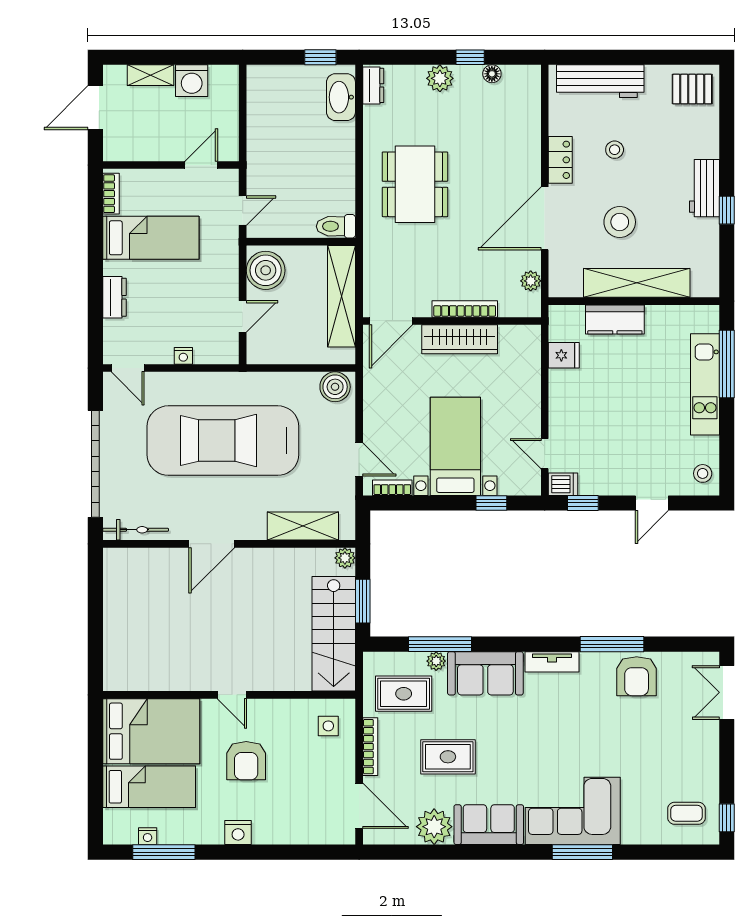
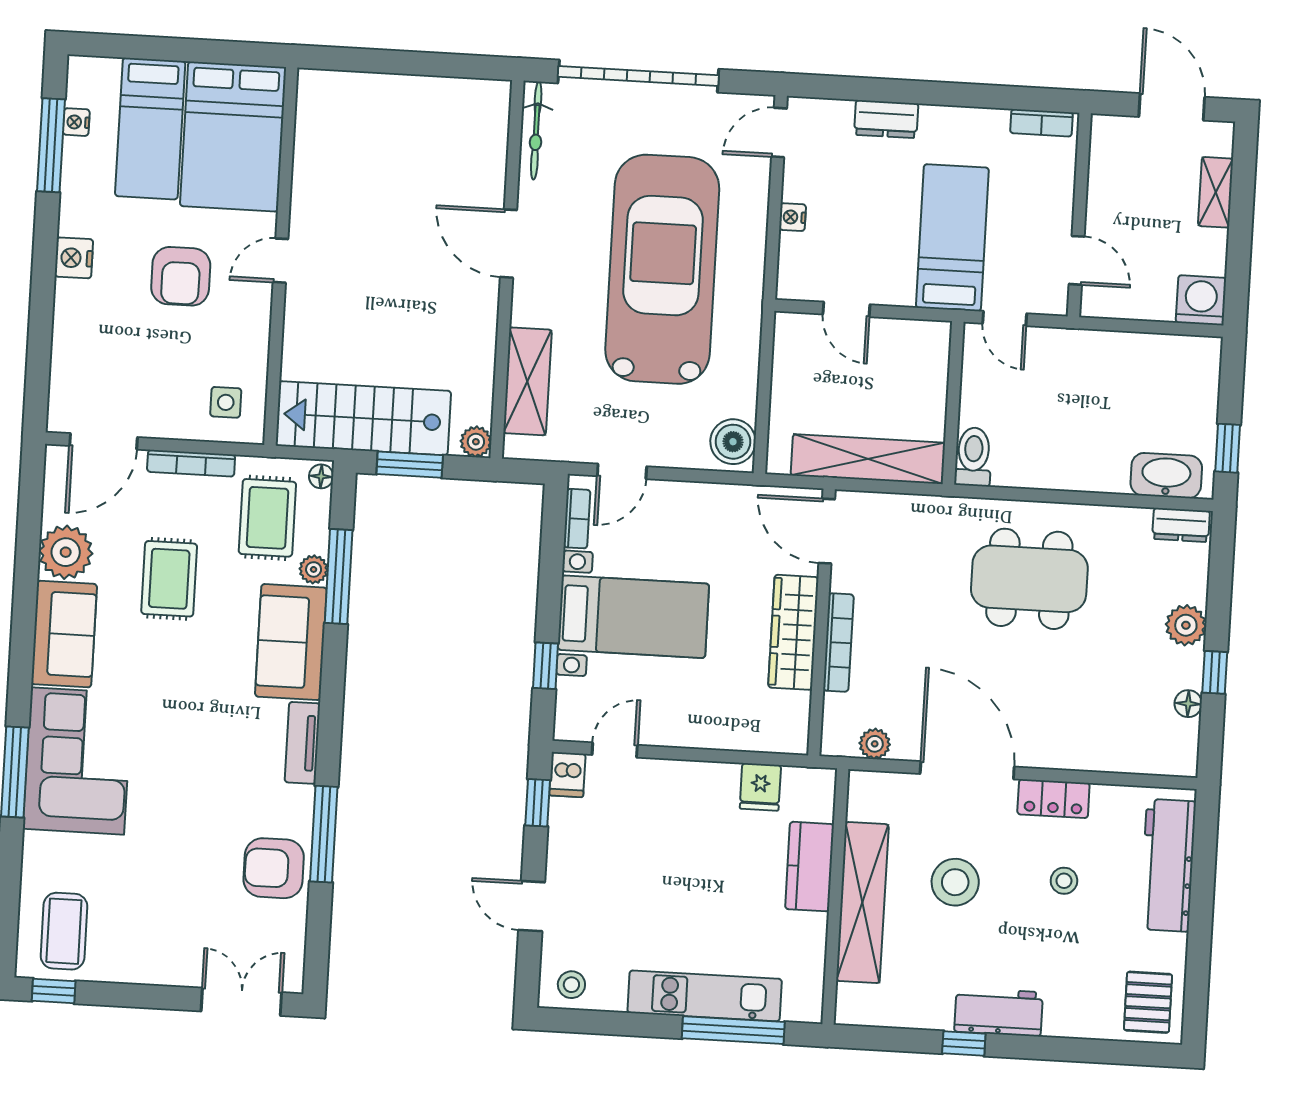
washing machine: (192, 81) -> (1201, 300), moved, turned 90
bed: (151, 238) -> (952, 238), moved, turned 180
boiler: (266, 270) -> (913, 348), removed
floor lamp: (374, 660) -> (321, 476), added
armchair: (246, 761) -> (181, 276), turned -90
coffee table: (686, 813) -> (64, 931), width x1.36, depth x1.30

